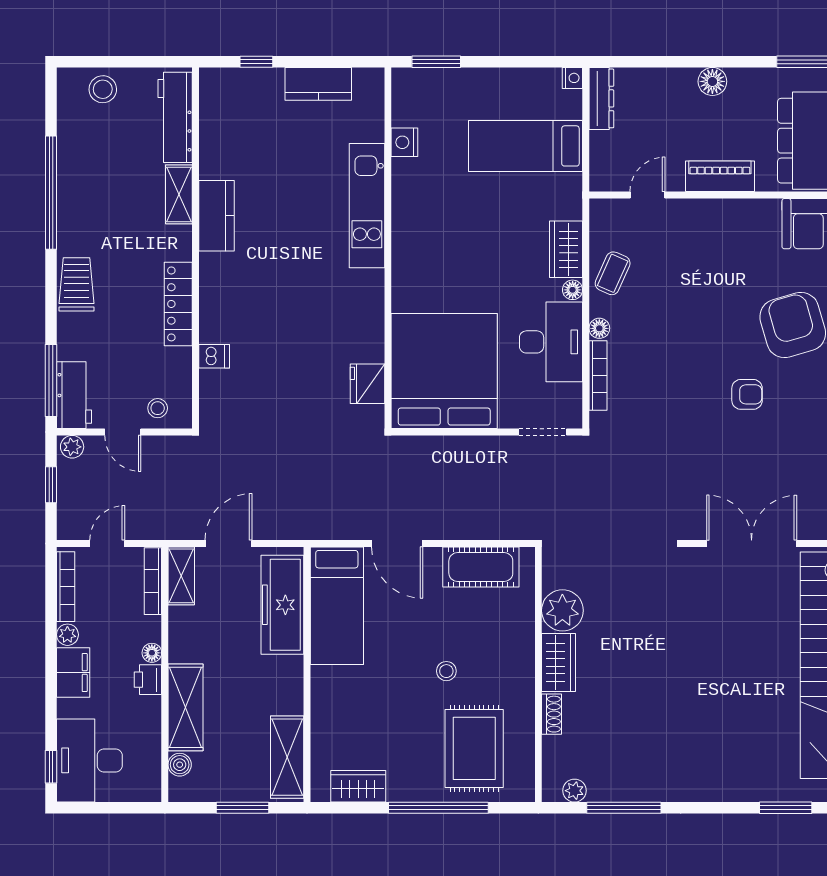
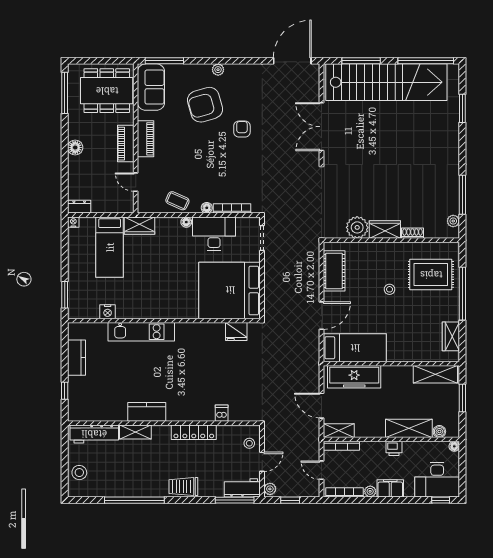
dresser: (601, 98) -> (79, 207), width x0.70
piano: (729, 214) -> (146, 139), added
wardrobe: (566, 249) -> (140, 226), moved
floor lamp: (152, 653) -> (454, 446), moved

